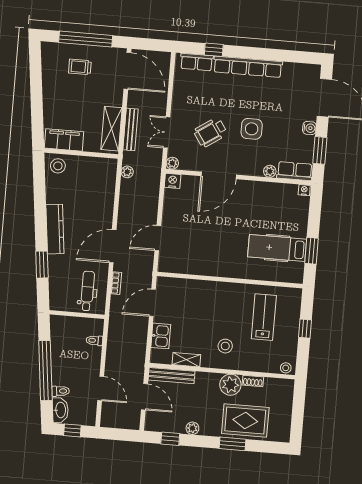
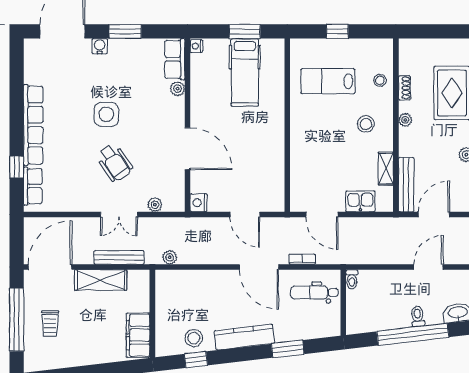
shelving: (112, 129) -> (101, 280), moved
stool: (58, 166) -> (194, 338), moved
plant: (270, 171) -> (177, 89), moved
row of seats: (295, 171) -> (175, 59), moved
door: (219, 175) -> (187, 149), moved
wall: (238, 177) -> (187, 125), moved
nightstand: (173, 181) -> (198, 203), moved
window: (39, 187) -> (196, 360), added
nightstand: (304, 190) -> (196, 46), moved
toilet: (94, 340) -> (352, 279), moved
stool: (286, 368) -> (380, 80), moved
plant: (230, 385) -> (405, 120), width x0.53, depth x0.53
toilet: (61, 391) -> (418, 316), moved

